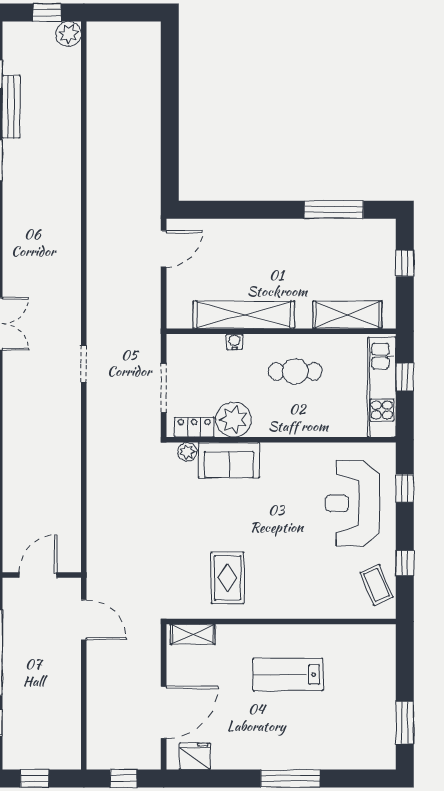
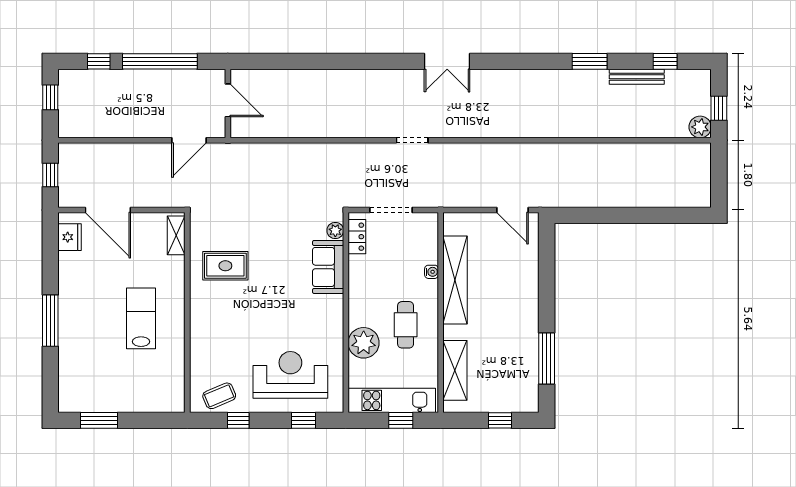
plant: (233, 420) -> (364, 343), moved

